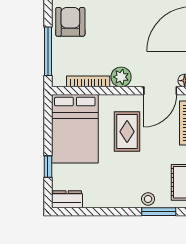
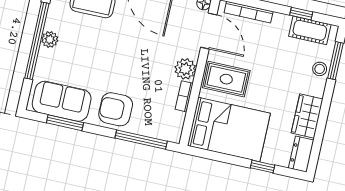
bookcase: (88, 81) -> (184, 96), width x0.64
rug: (127, 132) -> (226, 79), moved
wardrobe: (103, 197) -> (307, 116), added

